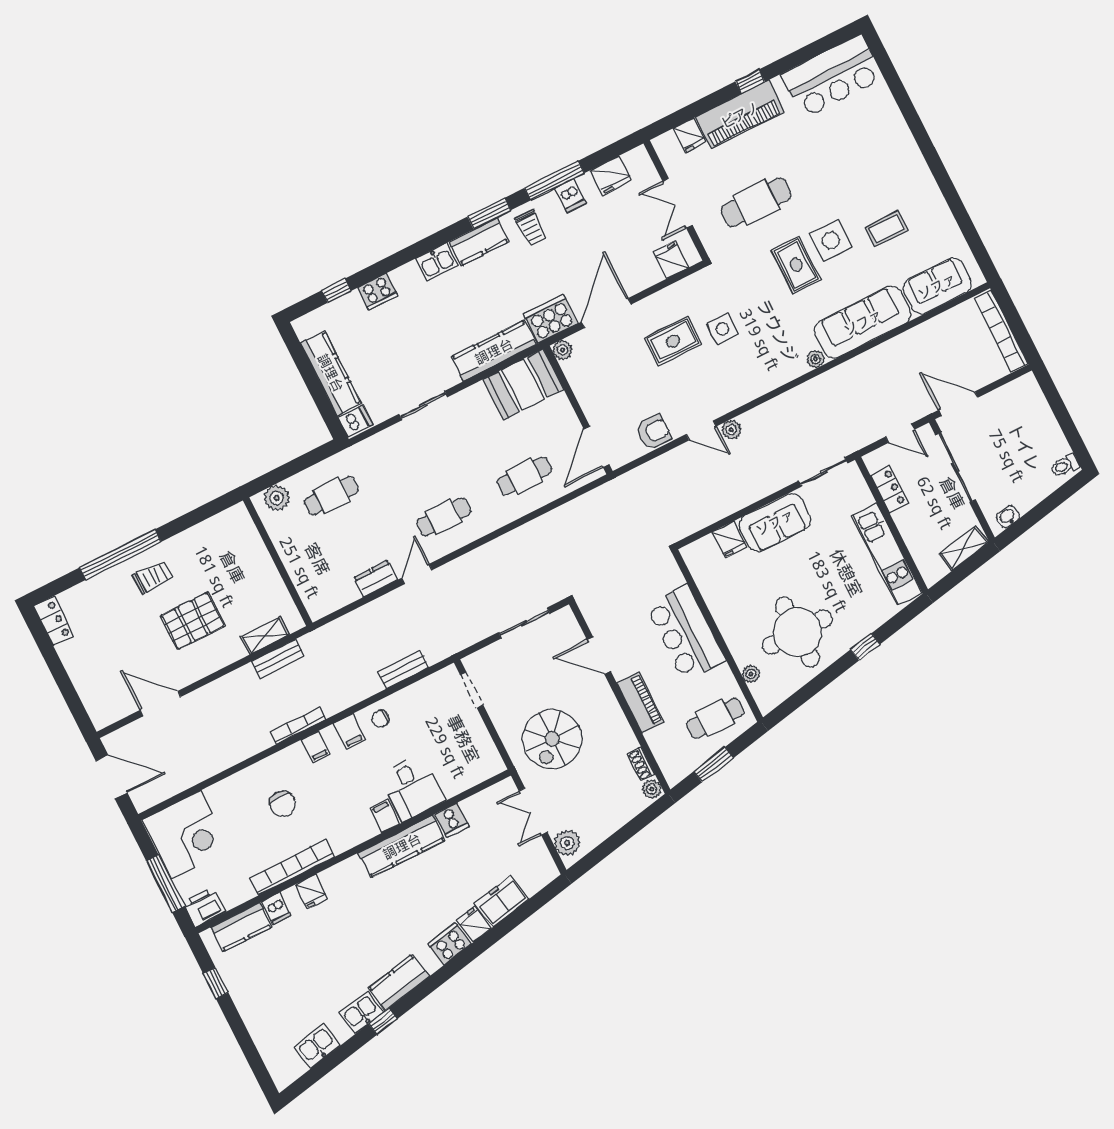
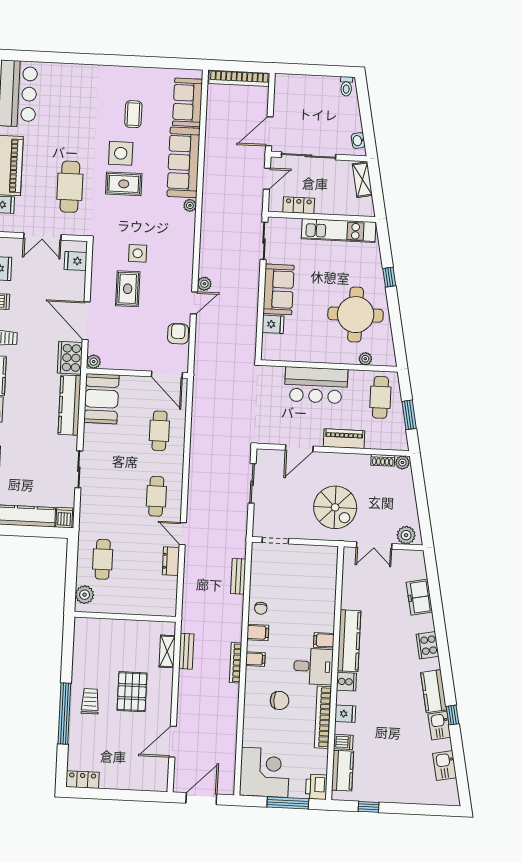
desk: (412, 788) -> (313, 666), moved
cooker: (452, 820) -> (346, 682), moved
fridge: (474, 925) -> (424, 623), removed

